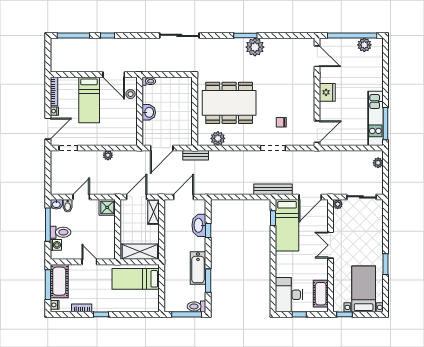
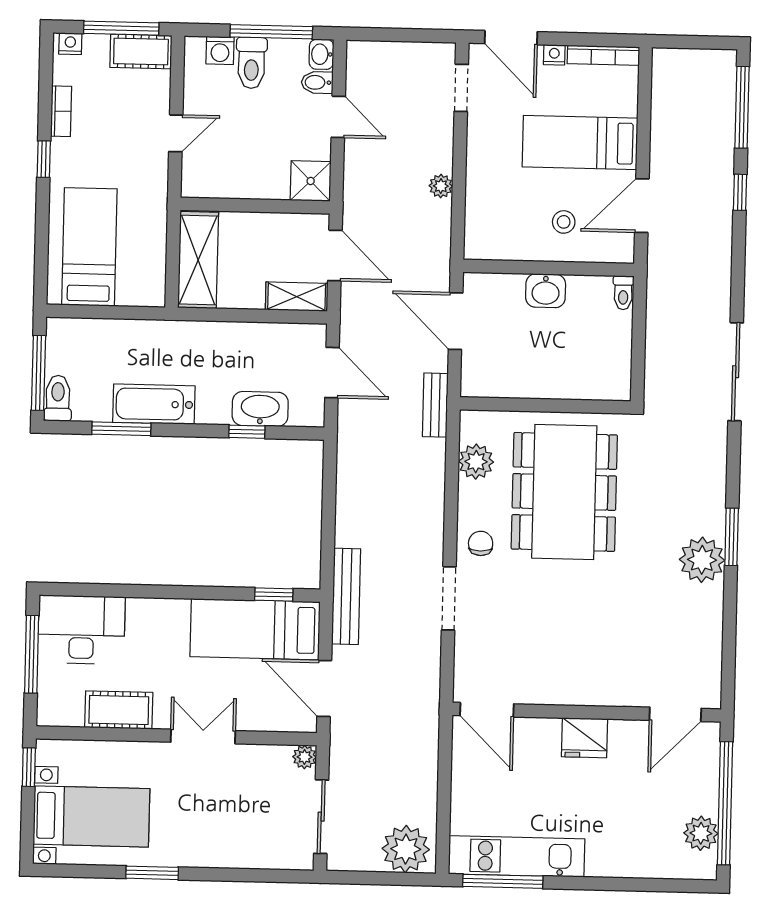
stool: (131, 94) -> (564, 222), moved
chair: (281, 122) -> (481, 543), moved
plant: (378, 163) -> (406, 849), width x1.87, depth x1.87
bed: (136, 279) -> (89, 247), moved
cot: (59, 281) -> (141, 51), width x0.73, depth x0.75
cot: (321, 294) -> (119, 710), moved
window: (299, 314) -> (32, 654), width x2.17

